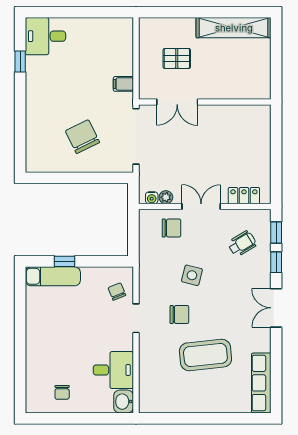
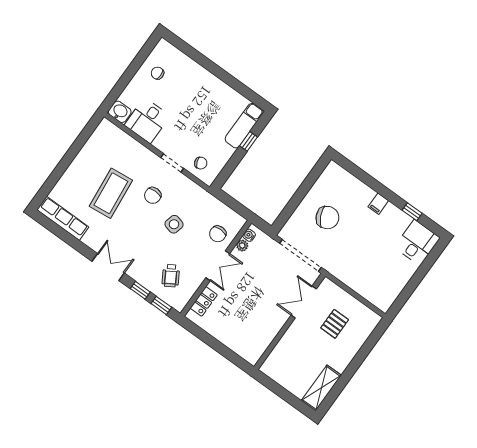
shelving: (234, 28) -> (321, 388), width x0.68
filing cabinet: (123, 84) -> (378, 204), moved, turned 180

